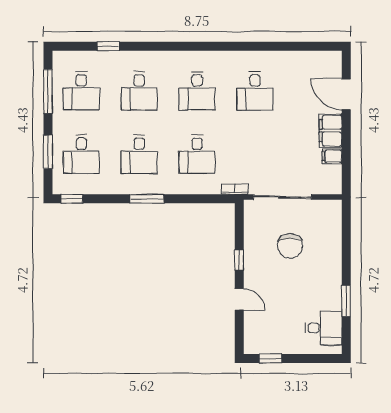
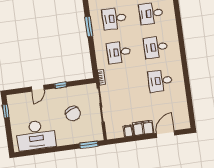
chair: (290, 246) -> (73, 114), turned -111
window: (346, 301) -> (89, 145), moved
desk: (323, 328) -> (36, 135), width x1.87, depth x1.30

